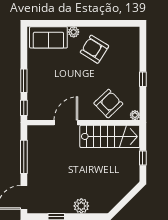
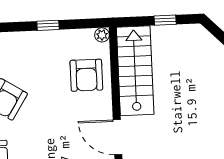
armchair: (108, 104) -> (86, 75), turned -136

